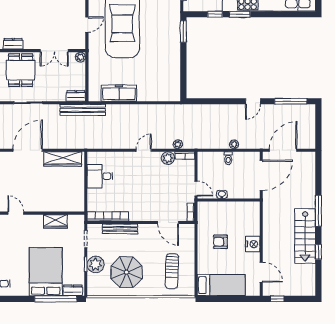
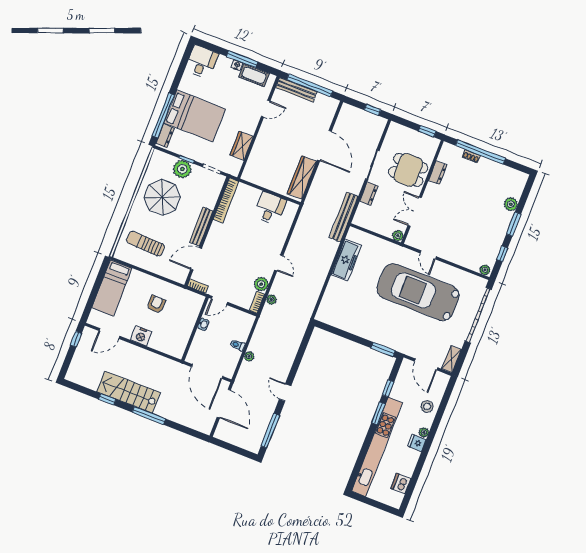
dresser: (76, 96) -> (369, 194), moved
bench: (120, 229) -> (201, 227), moved

